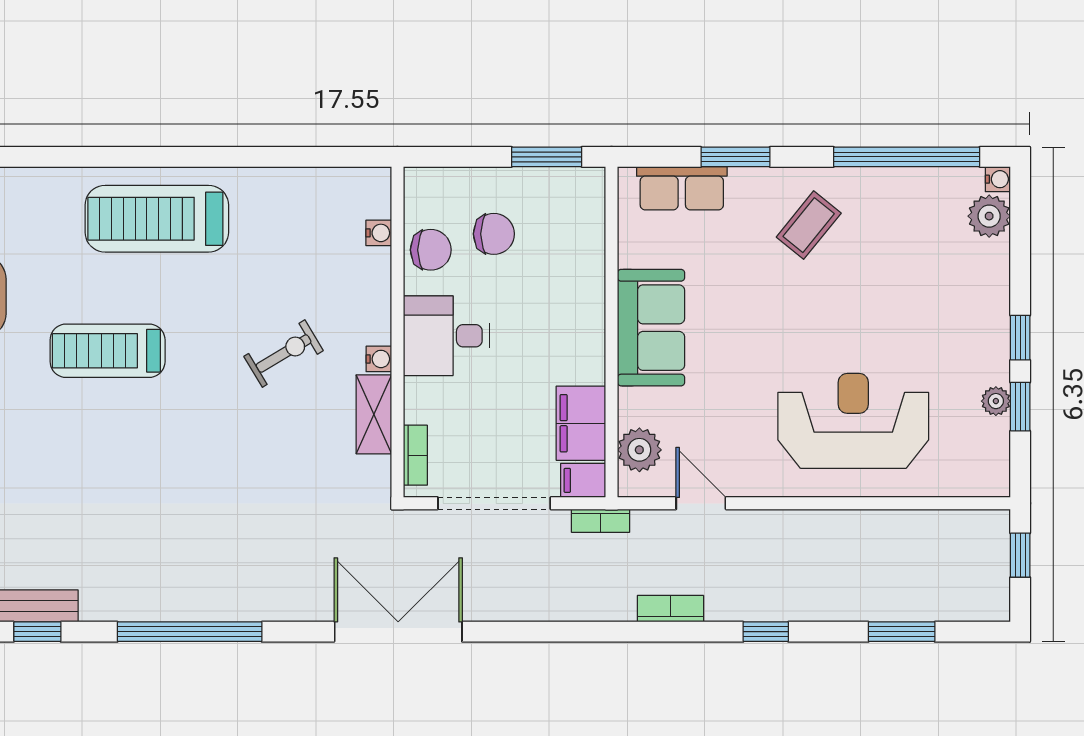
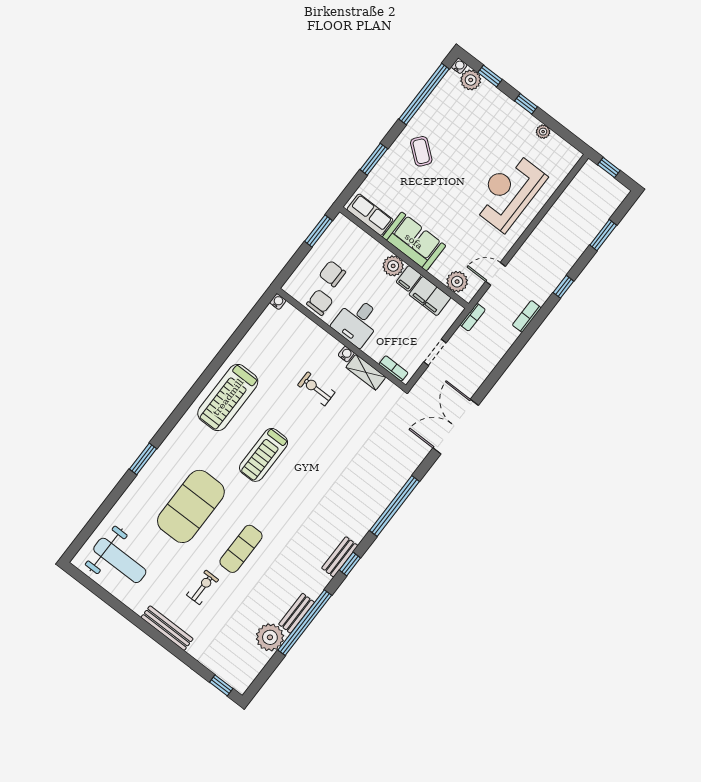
row of seats: (682, 188) -> (370, 215), moved, turned -90
water cooler: (379, 233) -> (278, 302), moved
chair: (494, 234) -> (332, 274), turned -90
plant: (584, 324) -> (393, 266), added
exercise bike: (284, 354) -> (316, 389), turned -59
window: (1020, 407) -> (490, 76), moved
filing cabinet: (583, 480) -> (409, 278), moved
doorway: (494, 503) -> (435, 352), width x0.53

